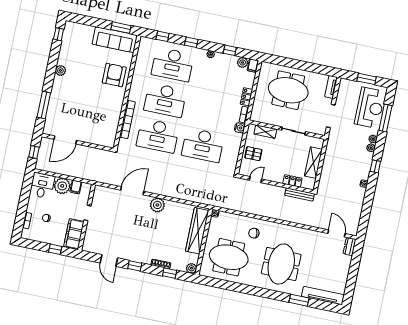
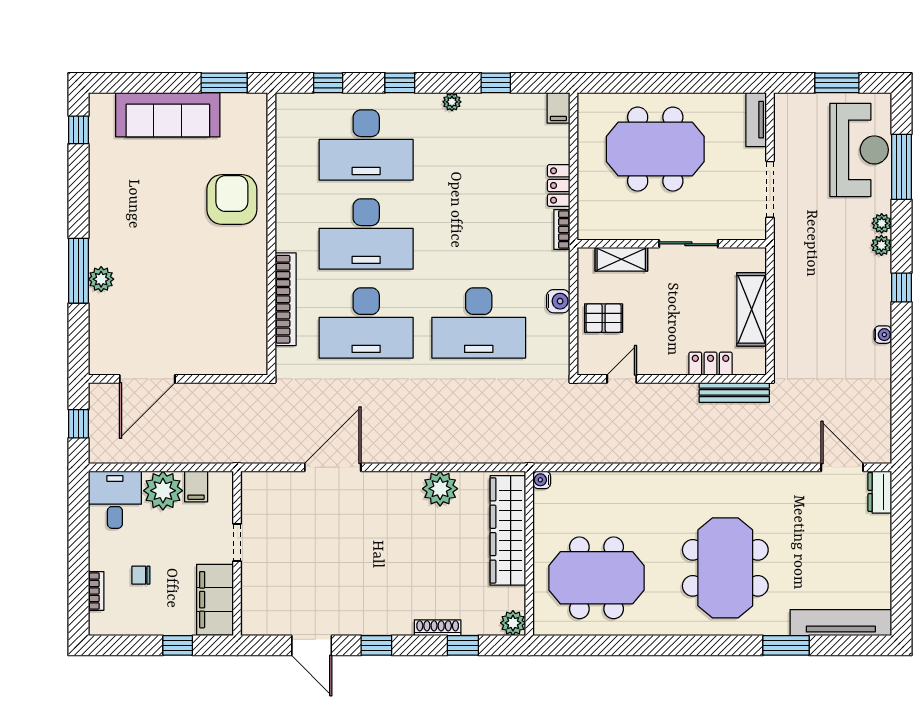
sofa: (115, 40) -> (168, 115), moved
plant: (243, 62) -> (532, 105), removed
plant: (60, 70) -> (101, 279), moved
window: (44, 105) -> (78, 271), moved
water cooler: (240, 128) -> (558, 301), moved
plant: (157, 205) -> (440, 489), moved
chair: (254, 233) -> (645, 508), removed

